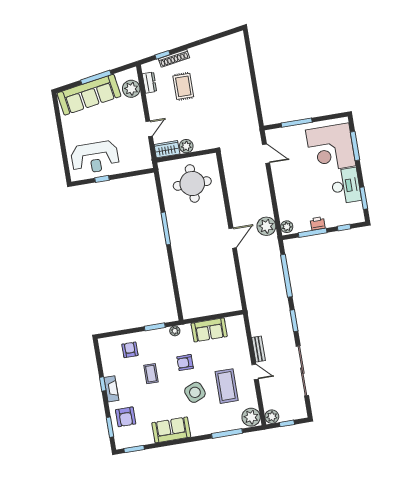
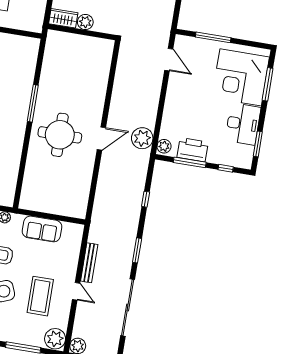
round table: (192, 184) -> (60, 135), moved
printer: (318, 223) -> (193, 150), width x1.87, depth x1.48
window: (286, 276) -> (146, 199), width x0.32
bench: (258, 349) -> (89, 263), width x1.36

